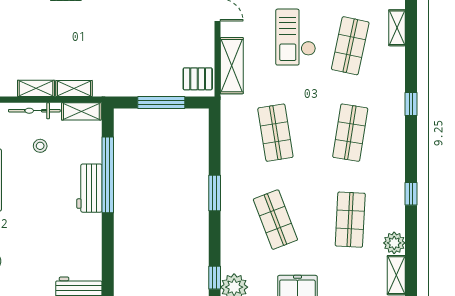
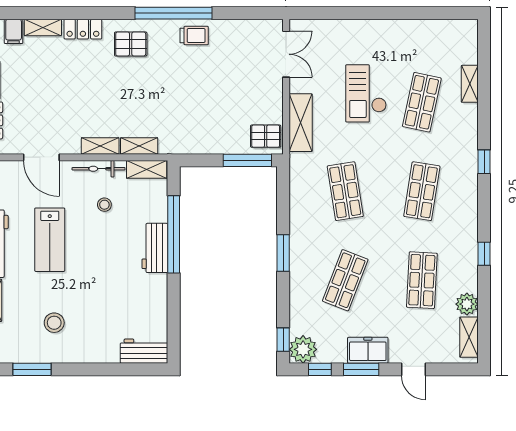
window: (161, 103) -> (247, 160), moved
shop shelf: (275, 220) -> (345, 280), turned 42

